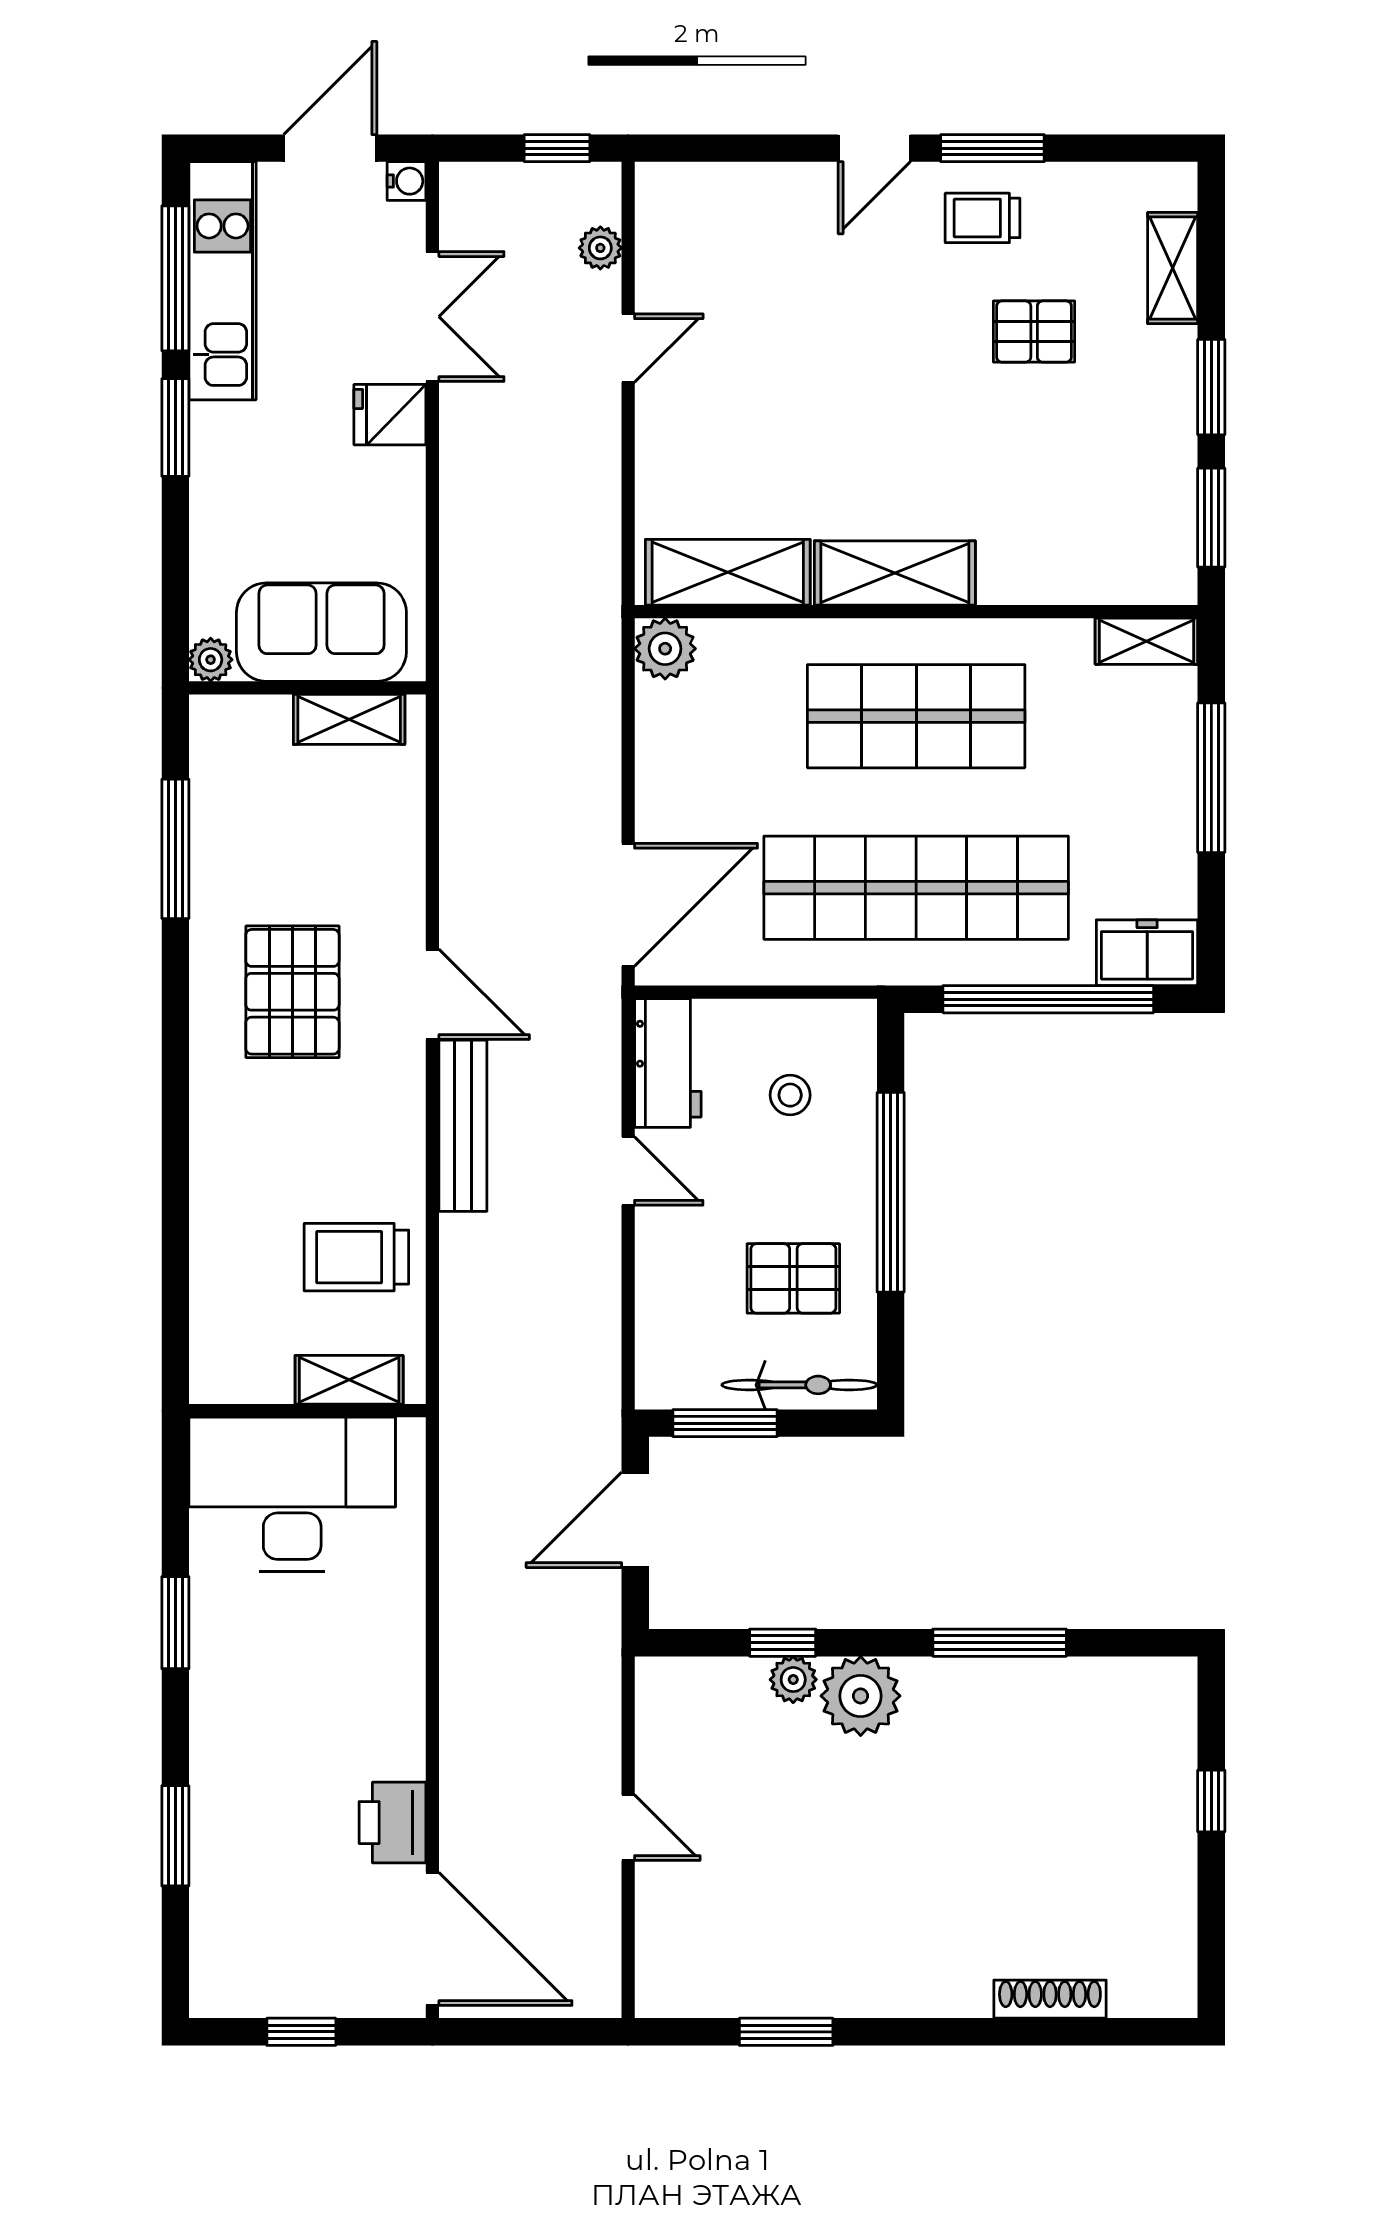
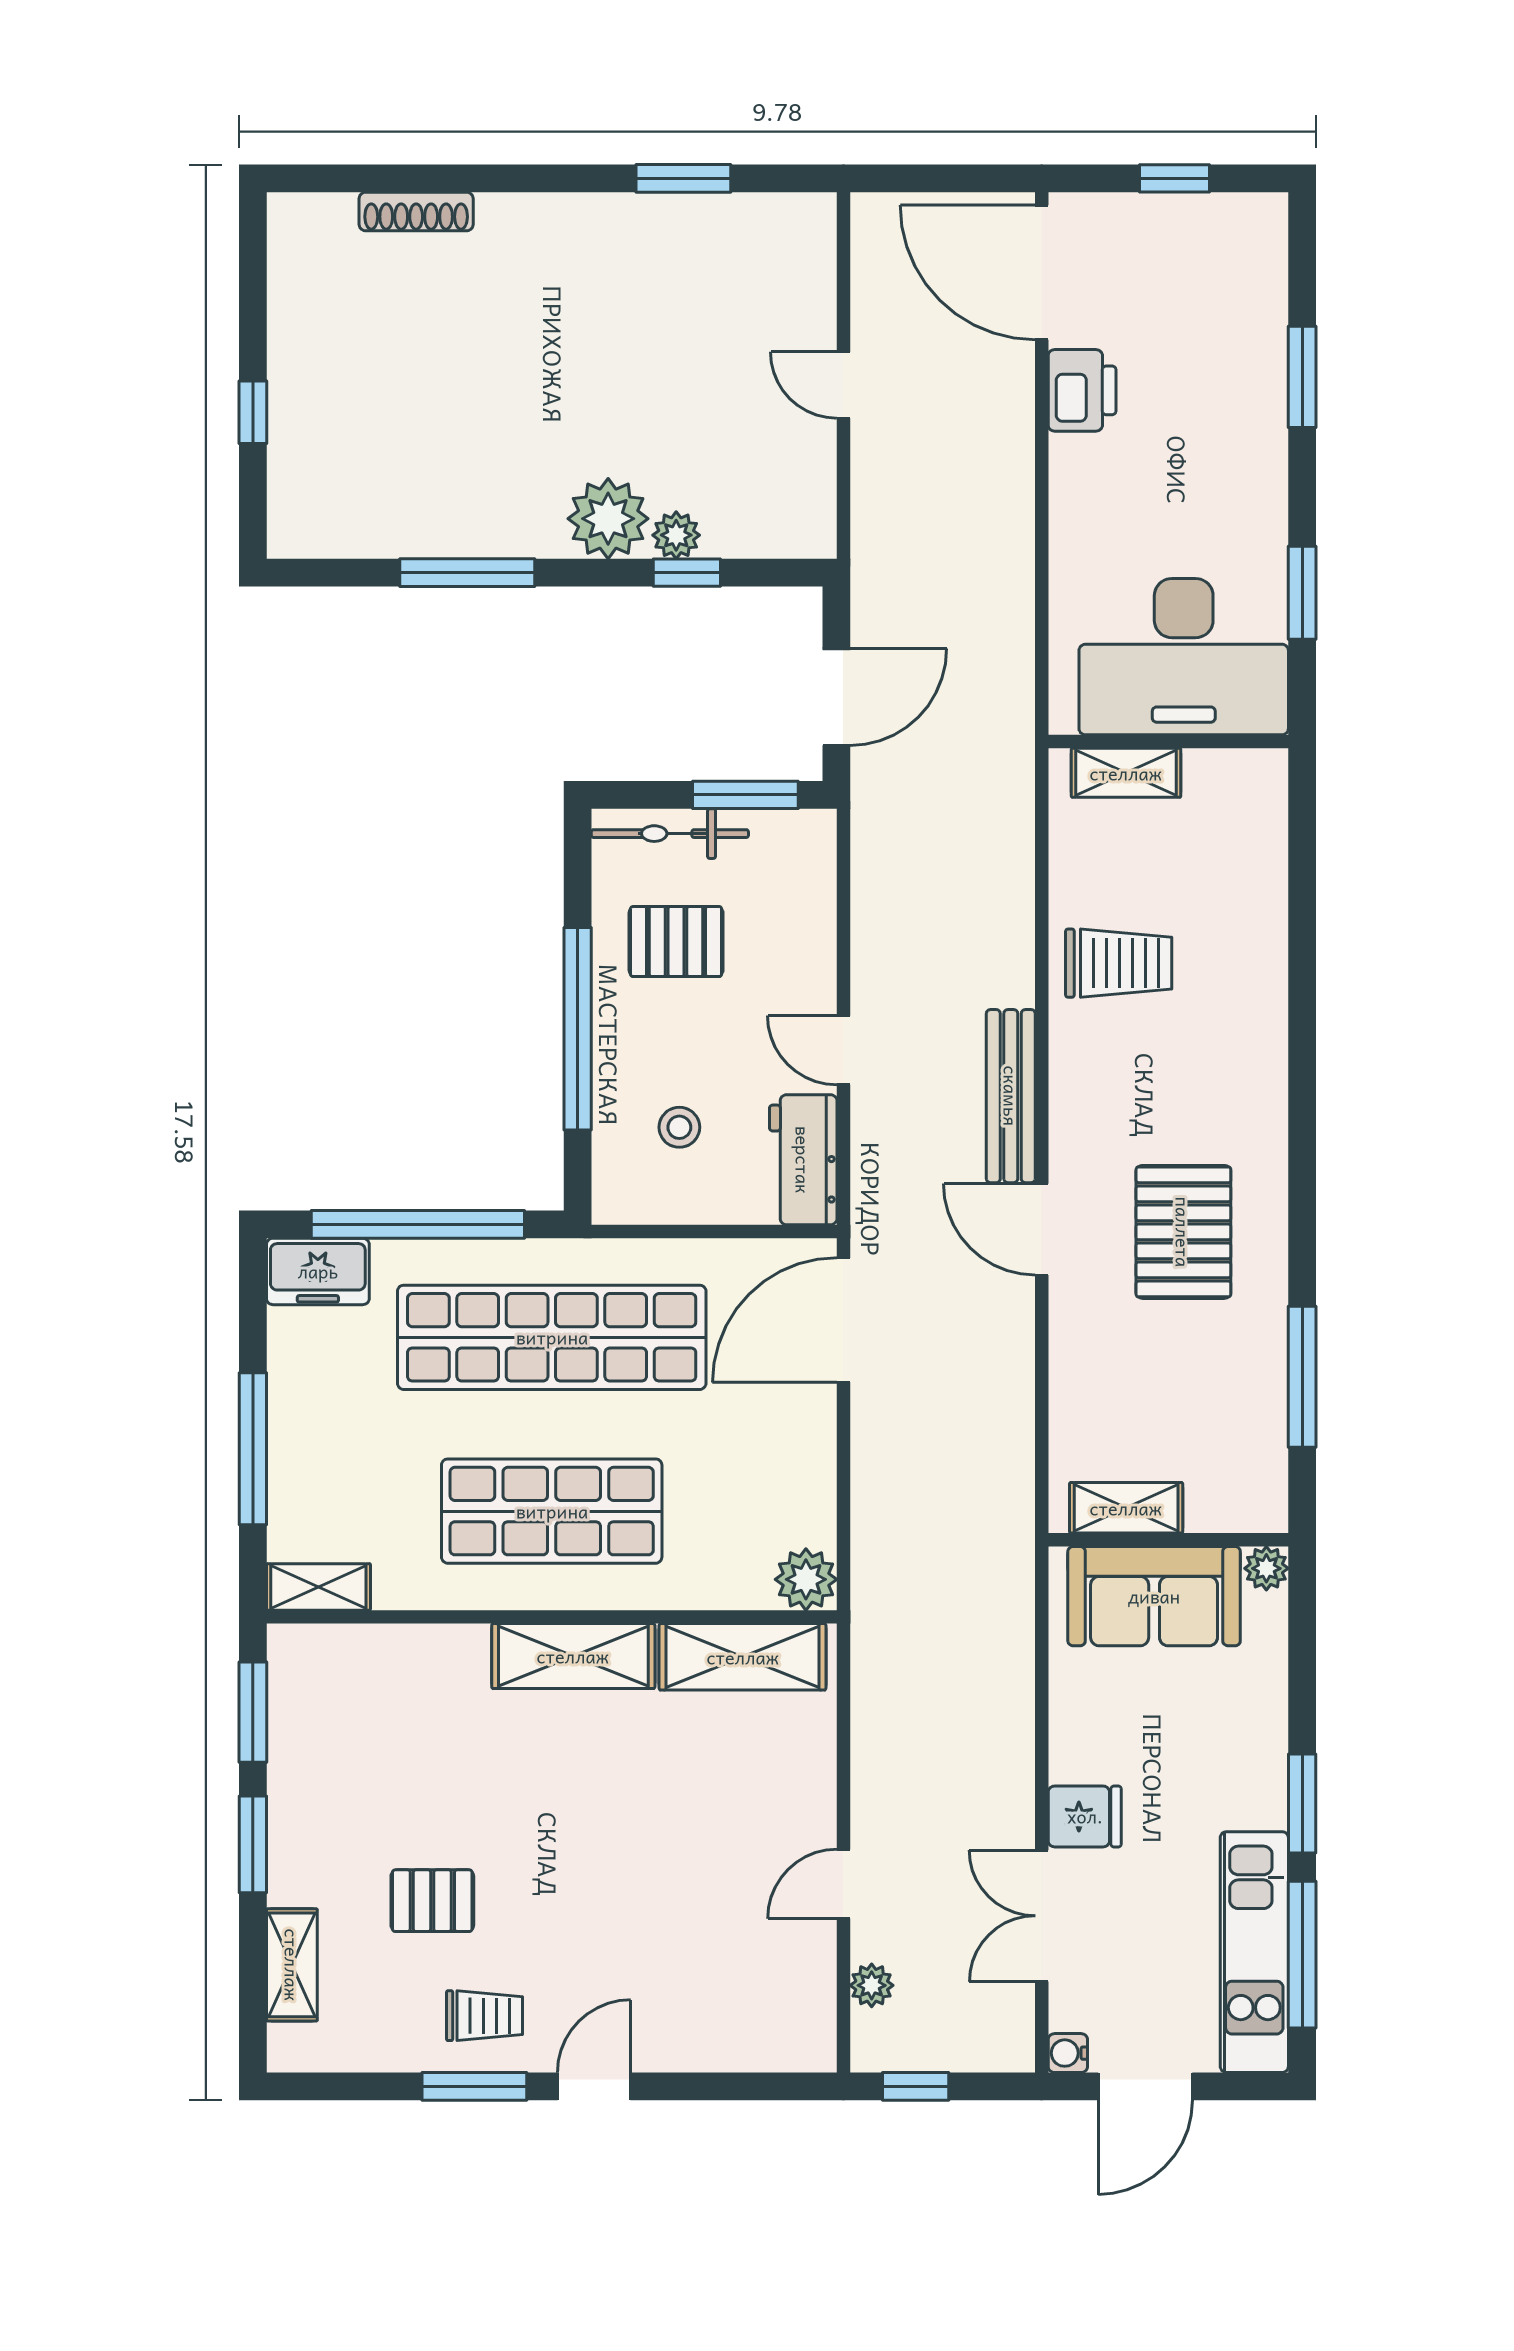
shelving: (349, 1380) -> (1126, 773), moved
wall: (307, 1411) -> (1168, 742), moved
desk: (292, 1494) -> (1184, 657), moved

